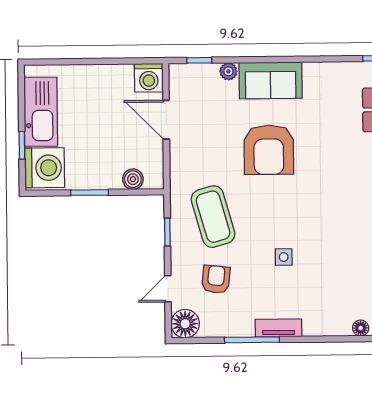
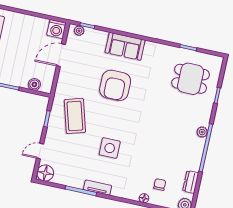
plant: (228, 71) -> (79, 31), moved
door: (166, 120) -> (61, 55), hinge flipped
side table: (284, 257) -> (110, 148), width x1.87, depth x1.87
armchair: (216, 279) -> (68, 152), removed

